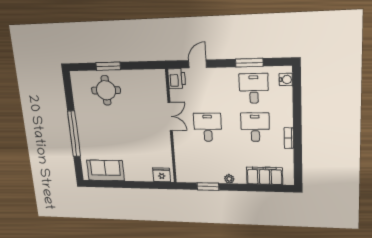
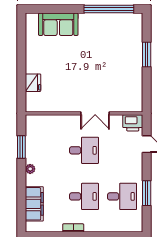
water cooler: (286, 80) -> (130, 226), removed
round table: (106, 90) -> (122, 49), removed
window: (74, 134) -> (109, 9), moved
sofa: (105, 170) -> (58, 24), moved, turned 90
fridge: (162, 175) -> (33, 83), moved

